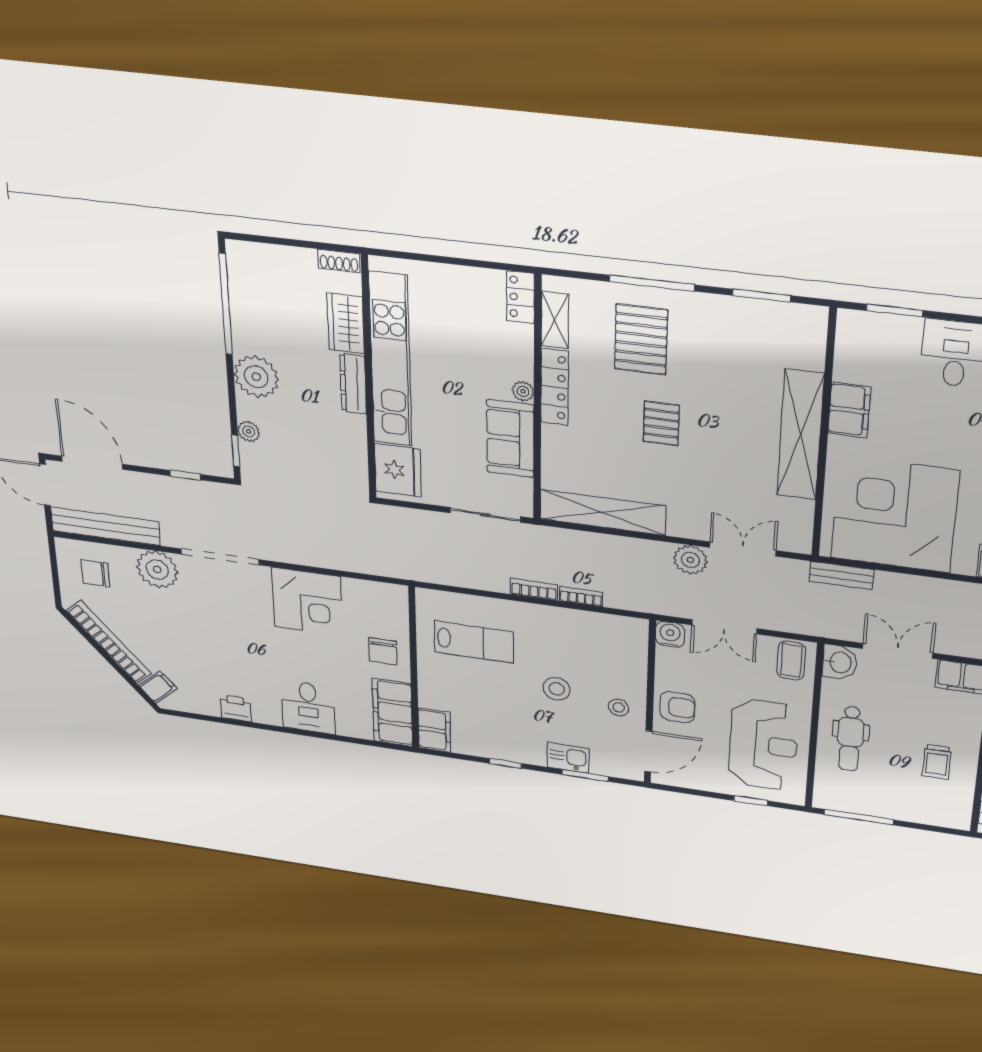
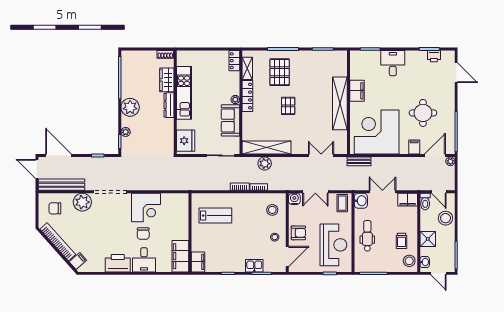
kitchen unit: (390, 360) -> (184, 93), width x0.73
plant: (690, 560) -> (265, 164), moved
chair: (383, 651) -> (143, 234), moved
stool: (557, 689) -> (272, 210), moved
printer: (236, 708) -> (118, 263), width x1.87, depth x1.48
dental chair: (850, 739) -> (367, 236), turned 180
stool: (952, 806) -> (409, 261), added

